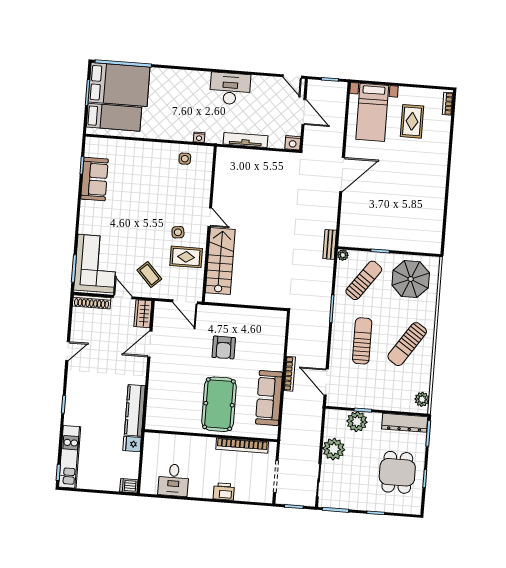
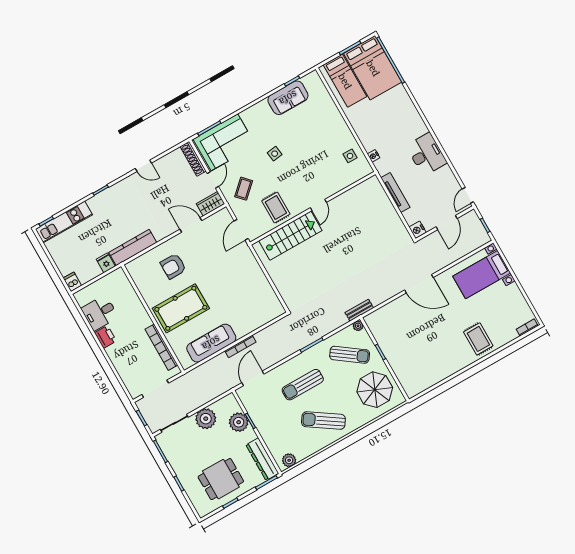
rug: (412, 121) -> (478, 339), moved, turned 90
side table: (178, 232) -> (275, 154), moved
sun lounger: (362, 341) -> (303, 385), turned 180
armchair: (224, 347) -> (173, 266), moved
printer: (224, 491) -> (105, 337), moved

